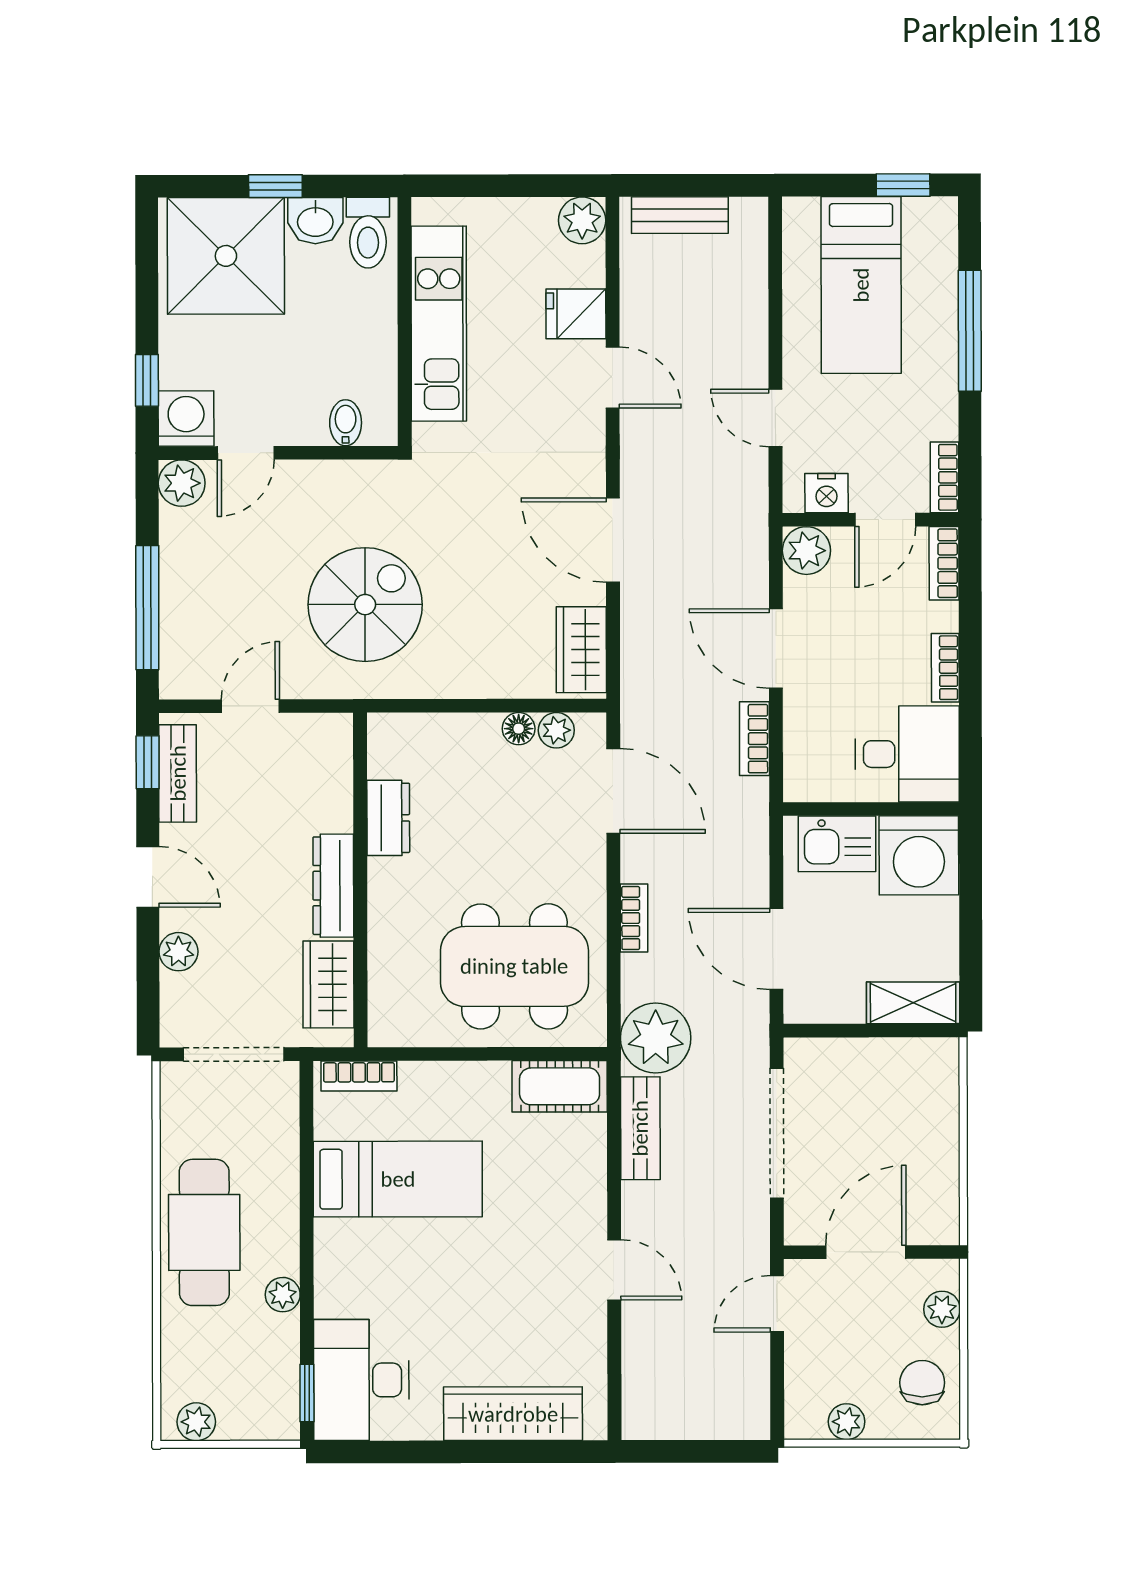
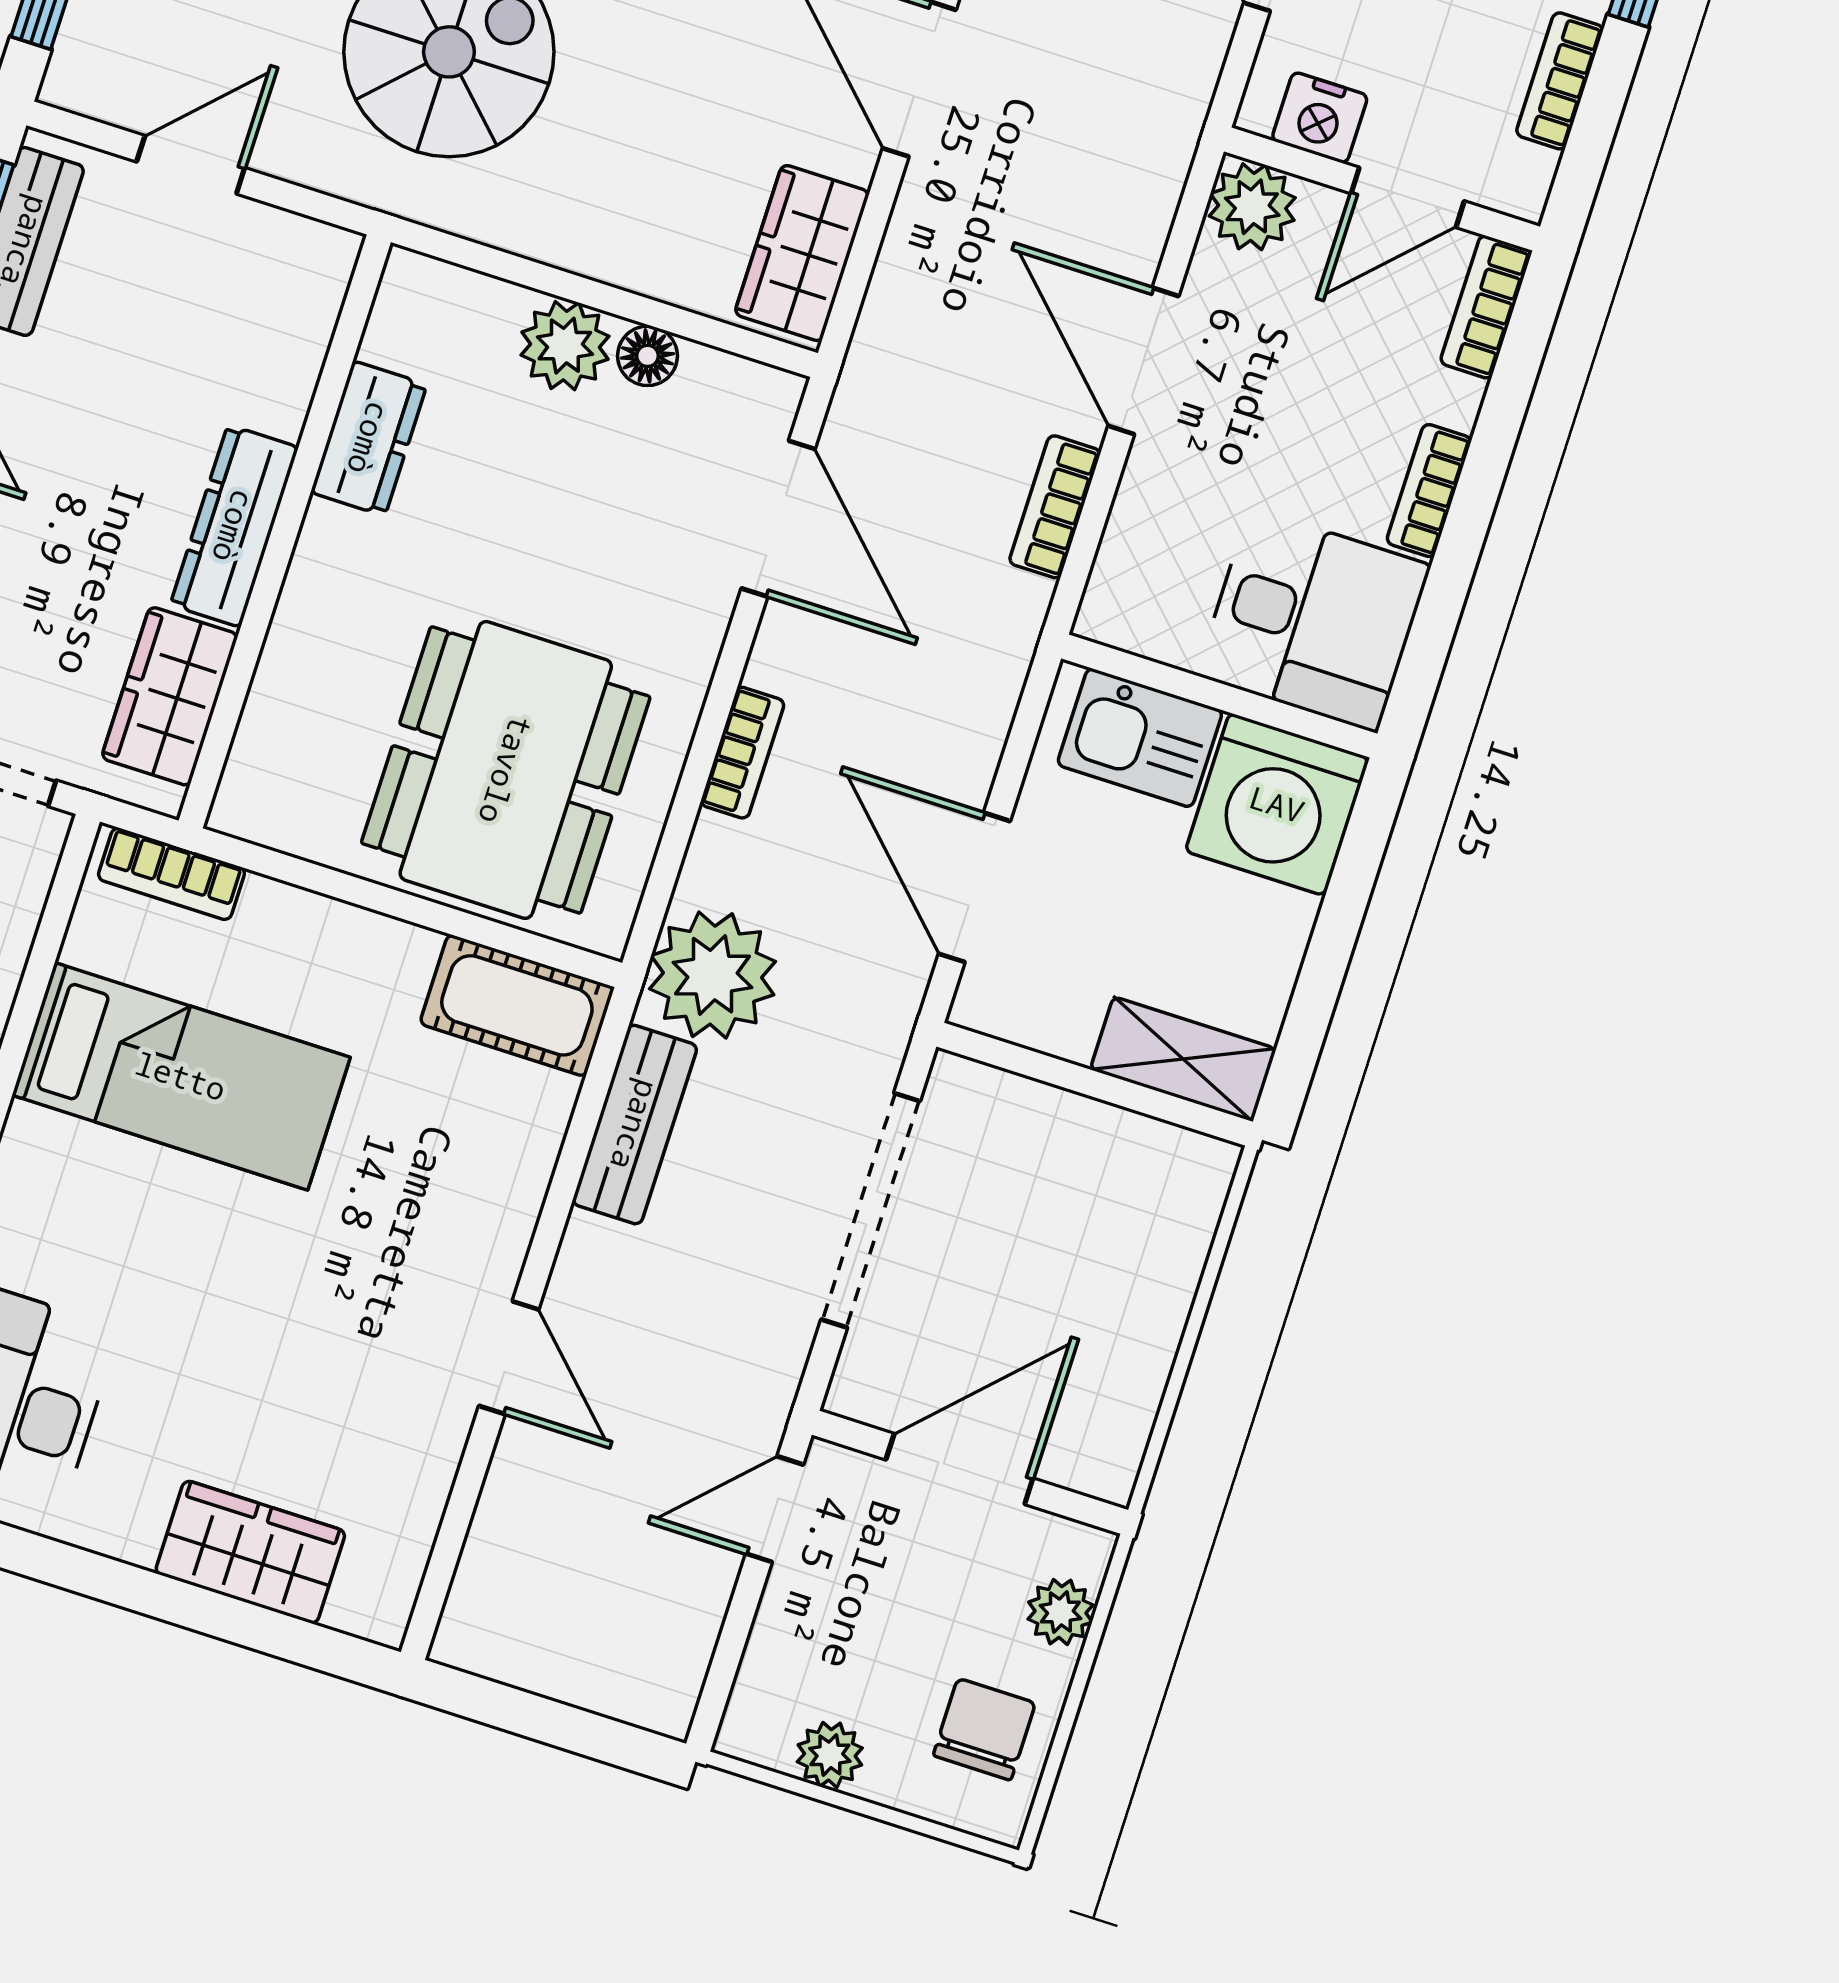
bookcase: (944, 477) -> (1560, 81), moved
plant: (556, 730) -> (565, 346), moved, width x1.38, depth x1.38
dining table: (514, 966) -> (506, 770), turned 90
wardrobe: (513, 1414) -> (250, 1552), width x0.67

